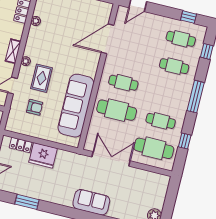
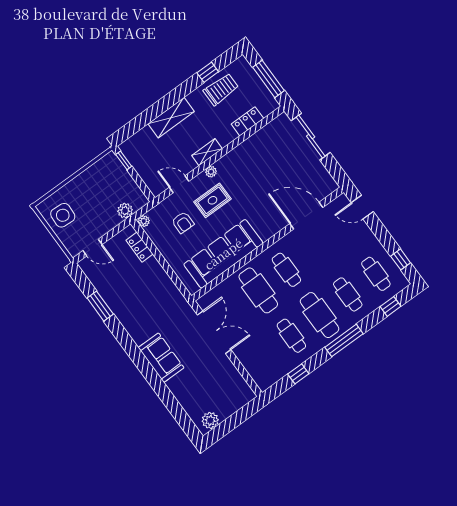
plant: (36, 21) -> (144, 221), moved
cafe table: (154, 148) -> (320, 315), moved
fridge: (43, 155) -> (153, 275), removed

